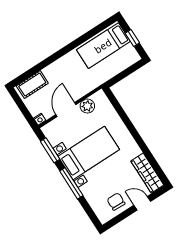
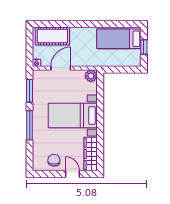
cot: (32, 85) -> (52, 36), width x1.37, depth x1.34
plant: (87, 106) -> (91, 76), moved
bed with nightstands: (89, 153) -> (73, 115), moved, turned 180

